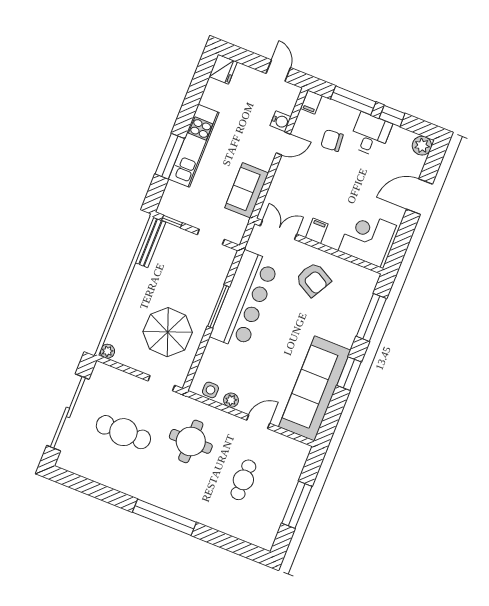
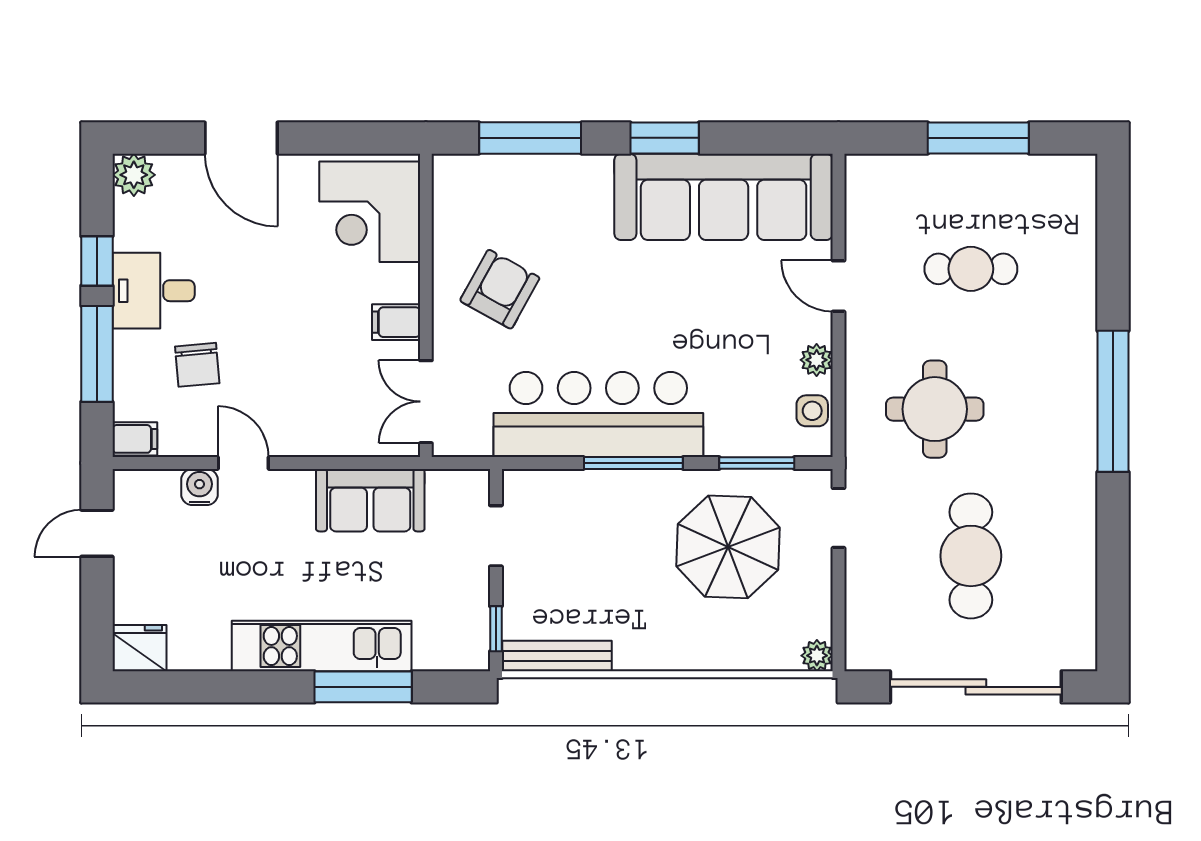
window: (198, 358) -> (757, 463), added

